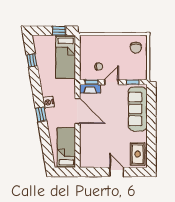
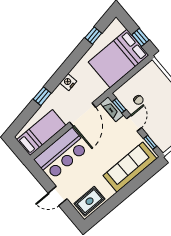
bed: (66, 57) -> (119, 59), width x1.50
door: (111, 82) -> (134, 123), hinge flipped
window: (41, 114) -> (42, 96), moved
bar counter: (92, 146) -> (62, 154), added
door: (117, 172) -> (58, 196), swing flipped

